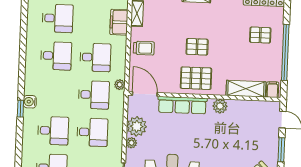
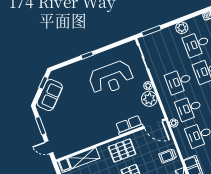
row of seats: (182, 105) -> (129, 125), width x0.68
plant: (220, 106) -> (97, 138), removed

